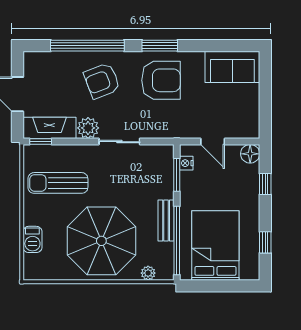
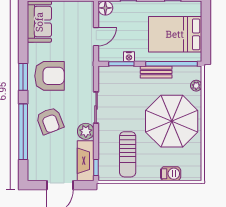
armchair: (161, 80) -> (49, 76), turned 90
nightstand: (186, 163) -> (129, 57), moved

